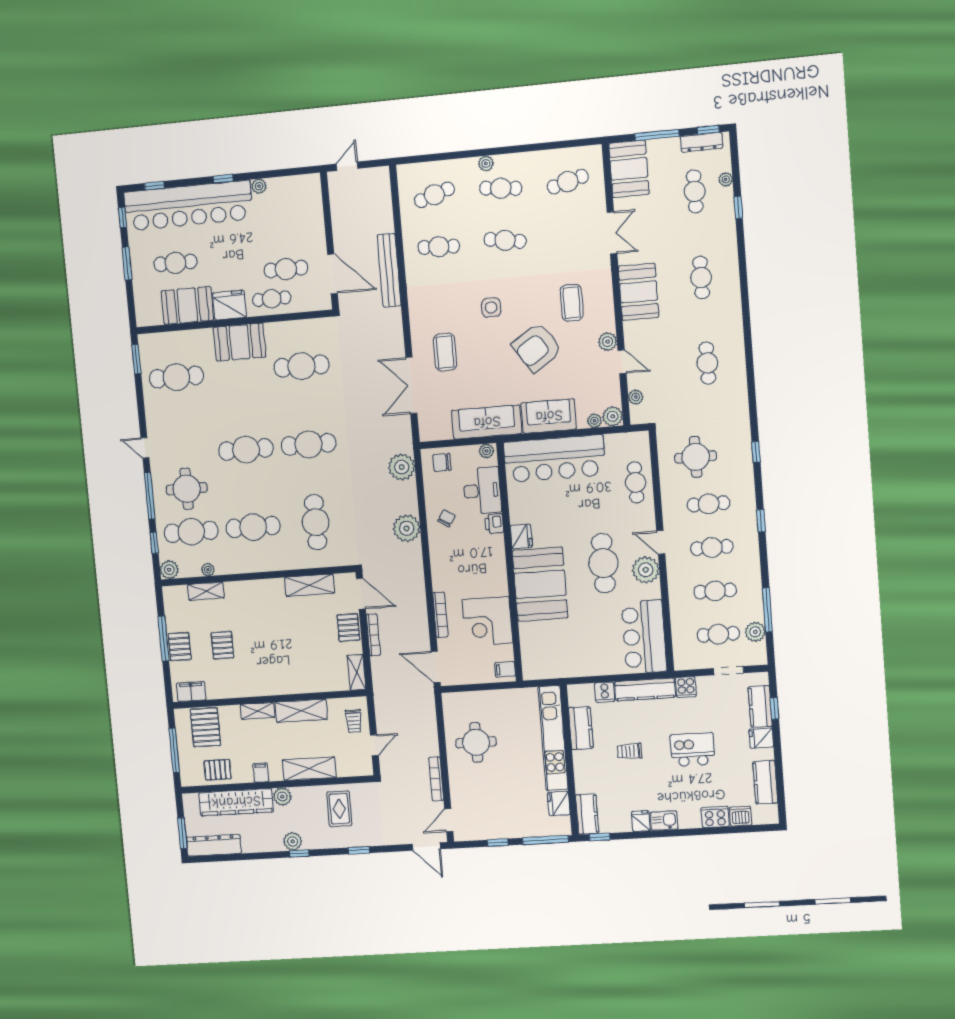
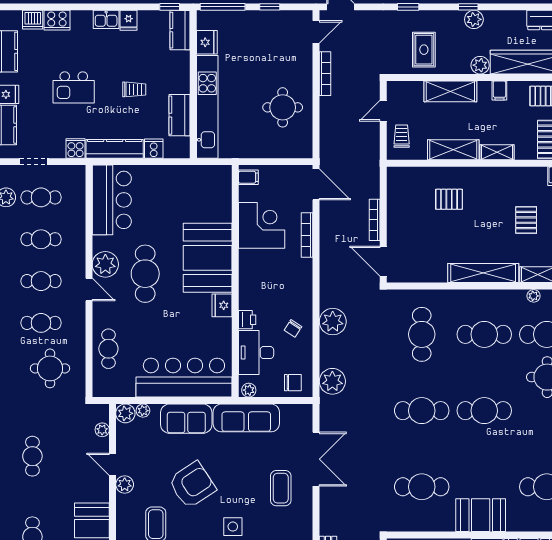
shelving: (310, 585) -> (483, 273), moved, width x1.47
pallet: (348, 628) -> (449, 199), moved, turned 90
shelving: (357, 672) -> (395, 184), removed

